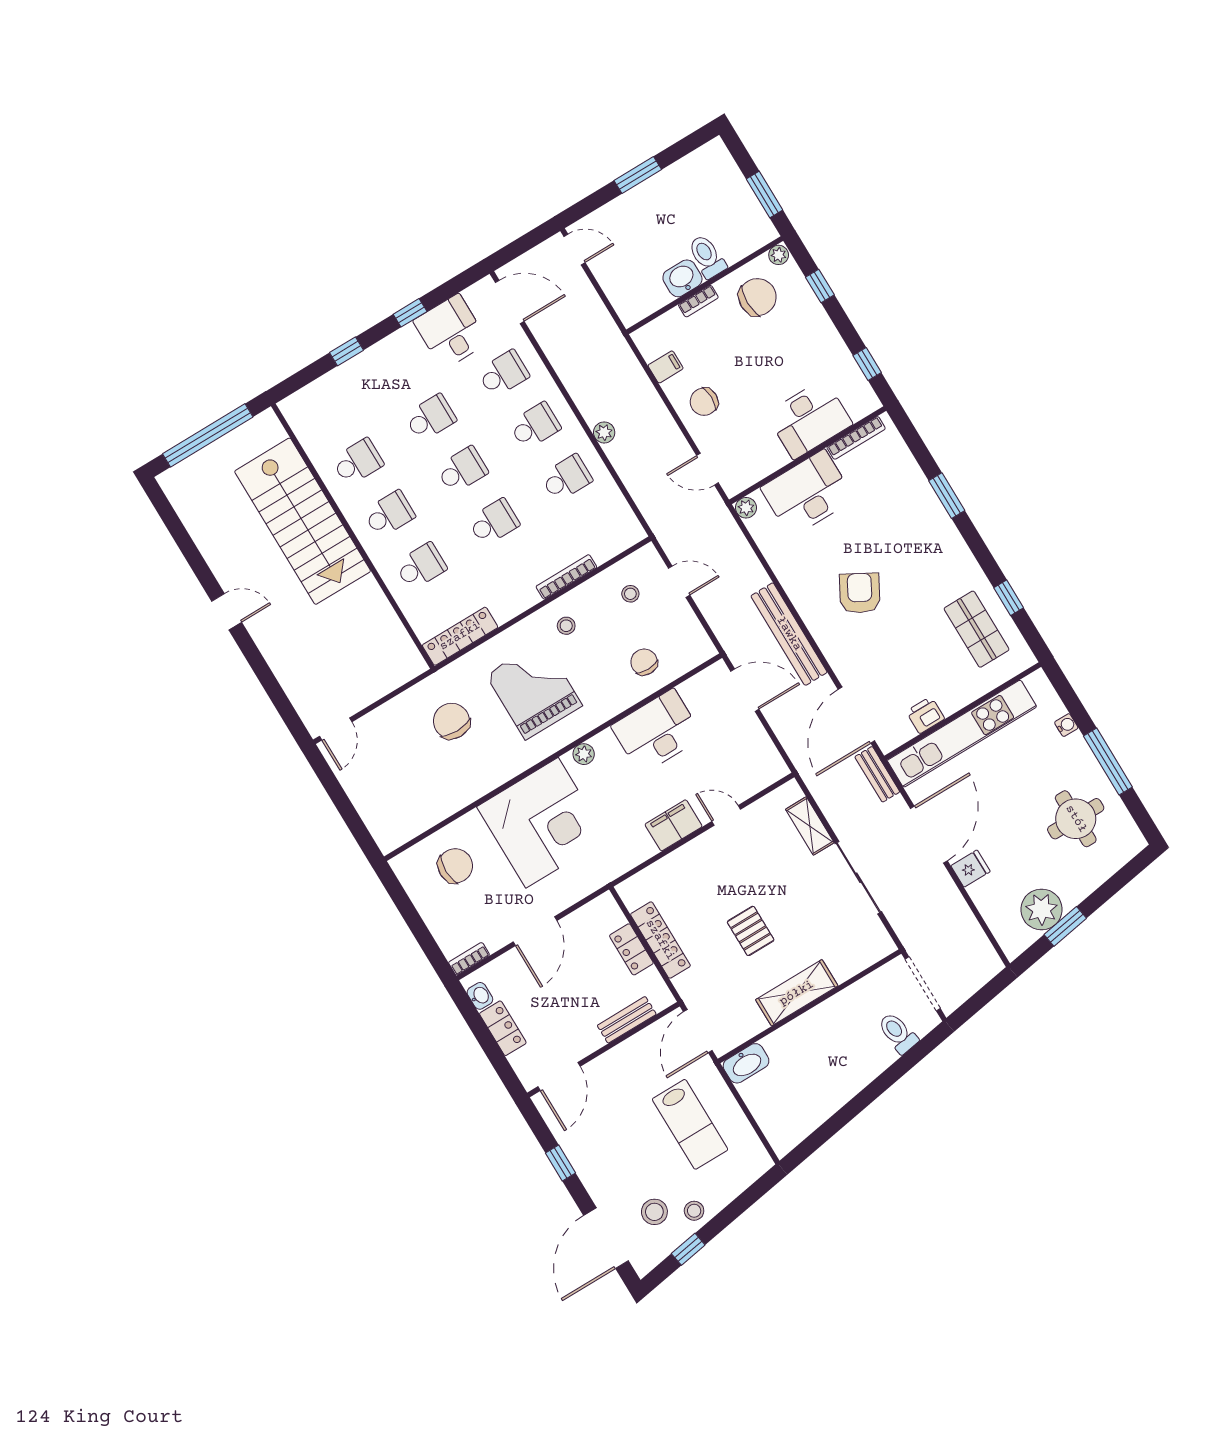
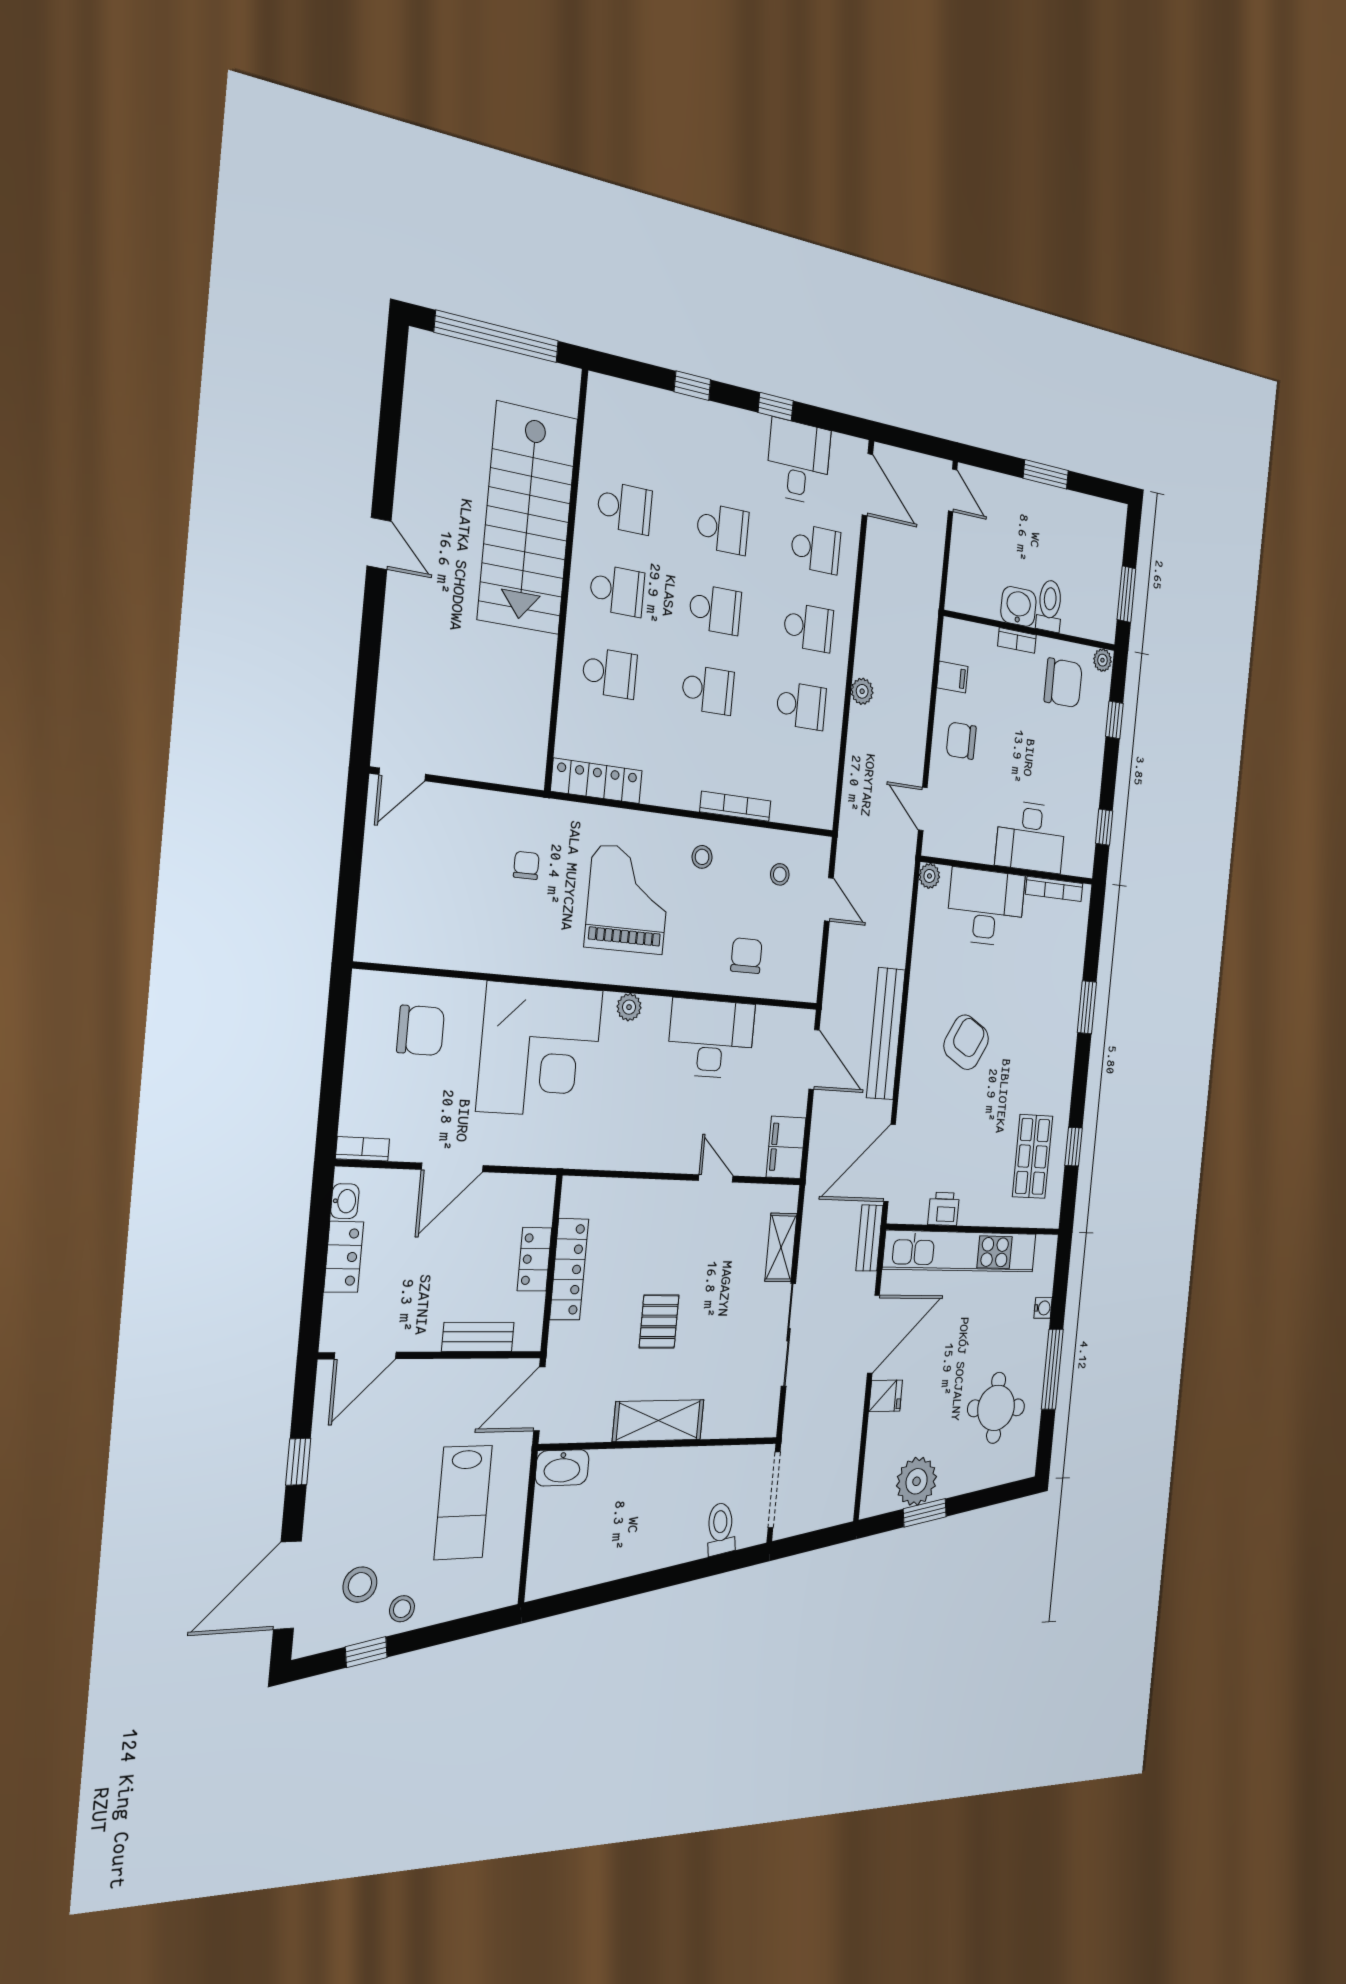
chair: (451, 721) -> (526, 865), width x0.54, depth x0.54
filing cabinet: (674, 825) -> (786, 1147), moved, turned -90

